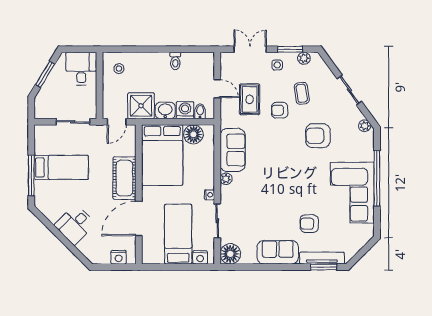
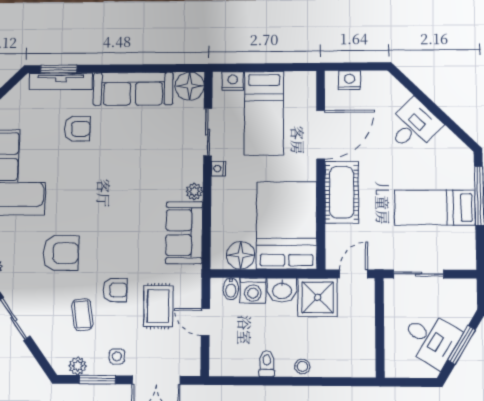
desk: (81, 69) -> (431, 339), moved, turned -59
stool: (119, 69) -> (302, 367), moved
sofa: (278, 252) -> (133, 89), width x1.36

